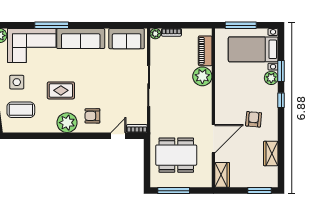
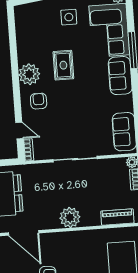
sofa: (81, 39) -> (120, 76), width x0.73
plant: (202, 76) -> (70, 218), moved
coffee table: (21, 110) -> (39, 24), removed

